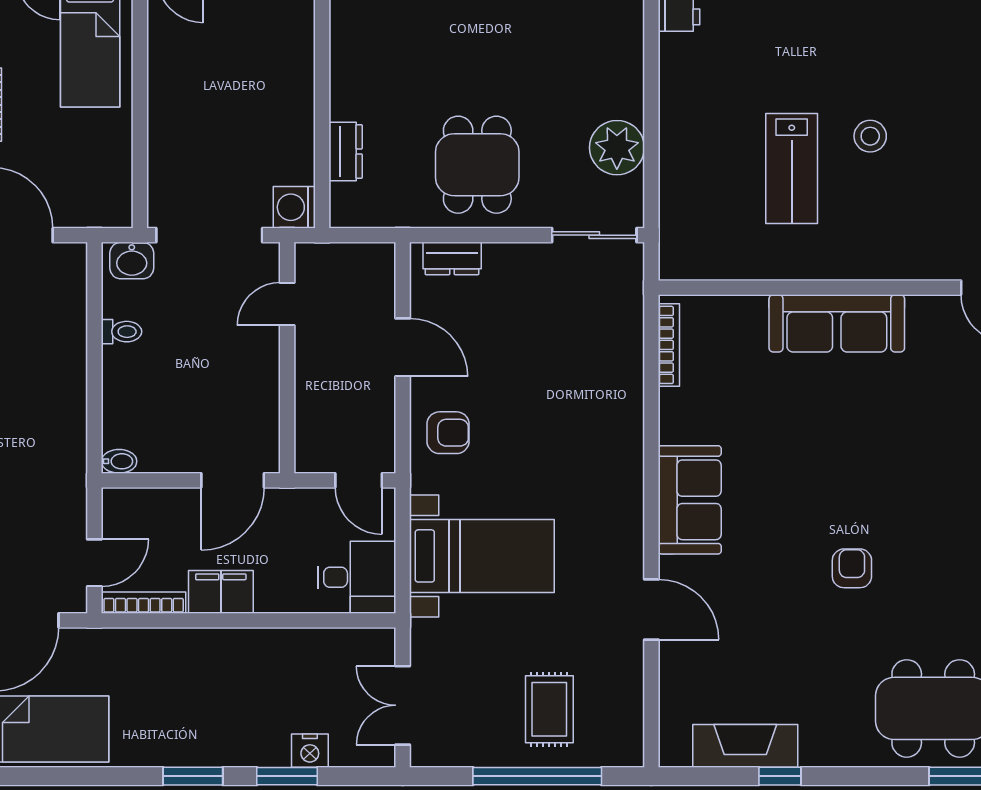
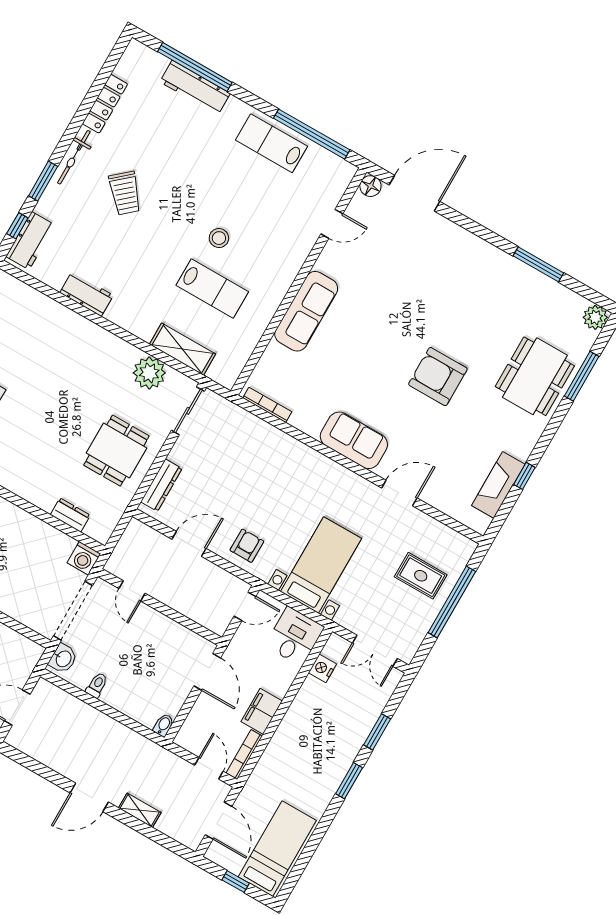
dining table: (477, 165) -> (116, 451), turned 90
shelving: (679, 176) -> (182, 349), added
dresser: (452, 258) -> (161, 485), width x1.44
armchair: (852, 568) -> (438, 377), width x1.88, depth x1.88
nightstand: (310, 751) -> (322, 668), moved, turned 180

